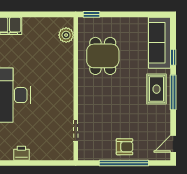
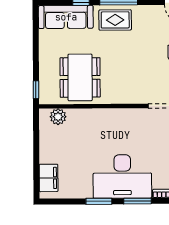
dining table: (103, 56) -> (80, 77), width x1.37

